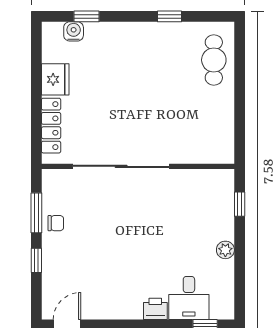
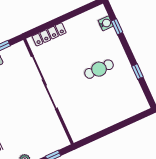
cafe table: (214, 60) -> (99, 69), moved
fridge: (55, 79) -> (75, 25), removed

